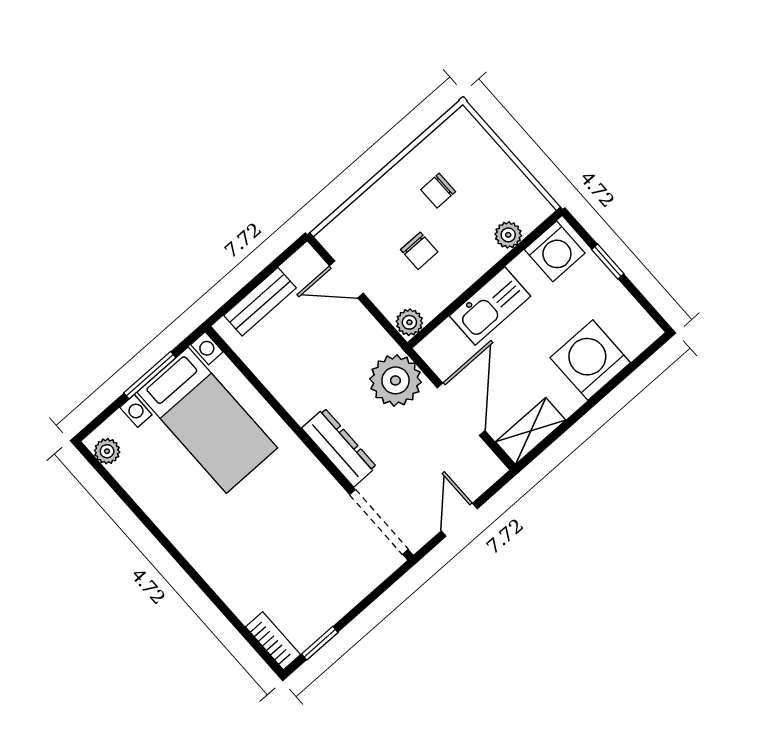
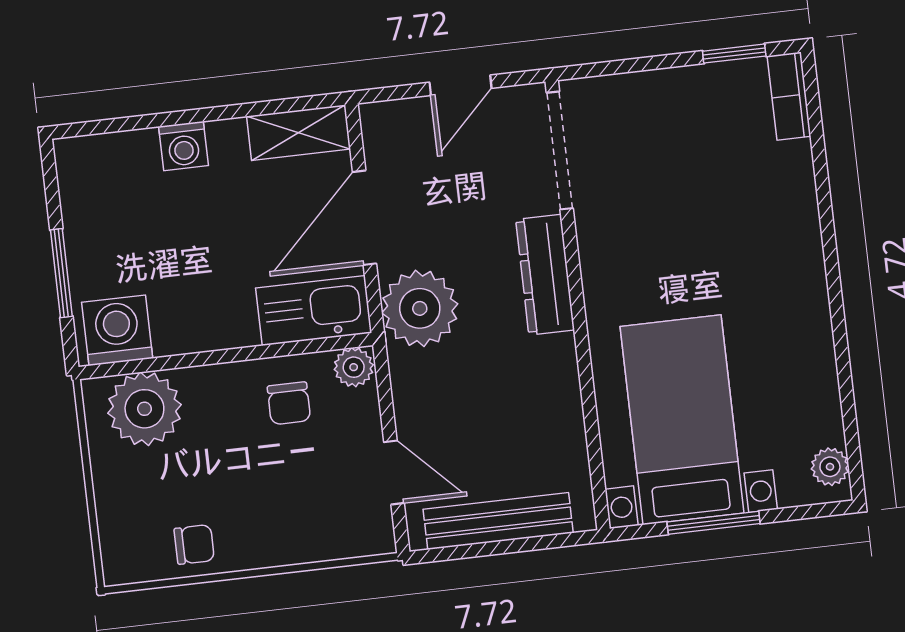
chair: (438, 191) -> (194, 544), moved
plant: (508, 235) -> (144, 409), width x1.88, depth x1.88
chair: (419, 251) -> (289, 403), moved, turned 180
window: (608, 261) -> (61, 273), width x1.50
bench: (260, 302) -> (498, 521), width x1.36
kitchen sink: (490, 306) -> (314, 310), moved
washing machine: (590, 360) -> (183, 146), width x0.53, depth x0.53

